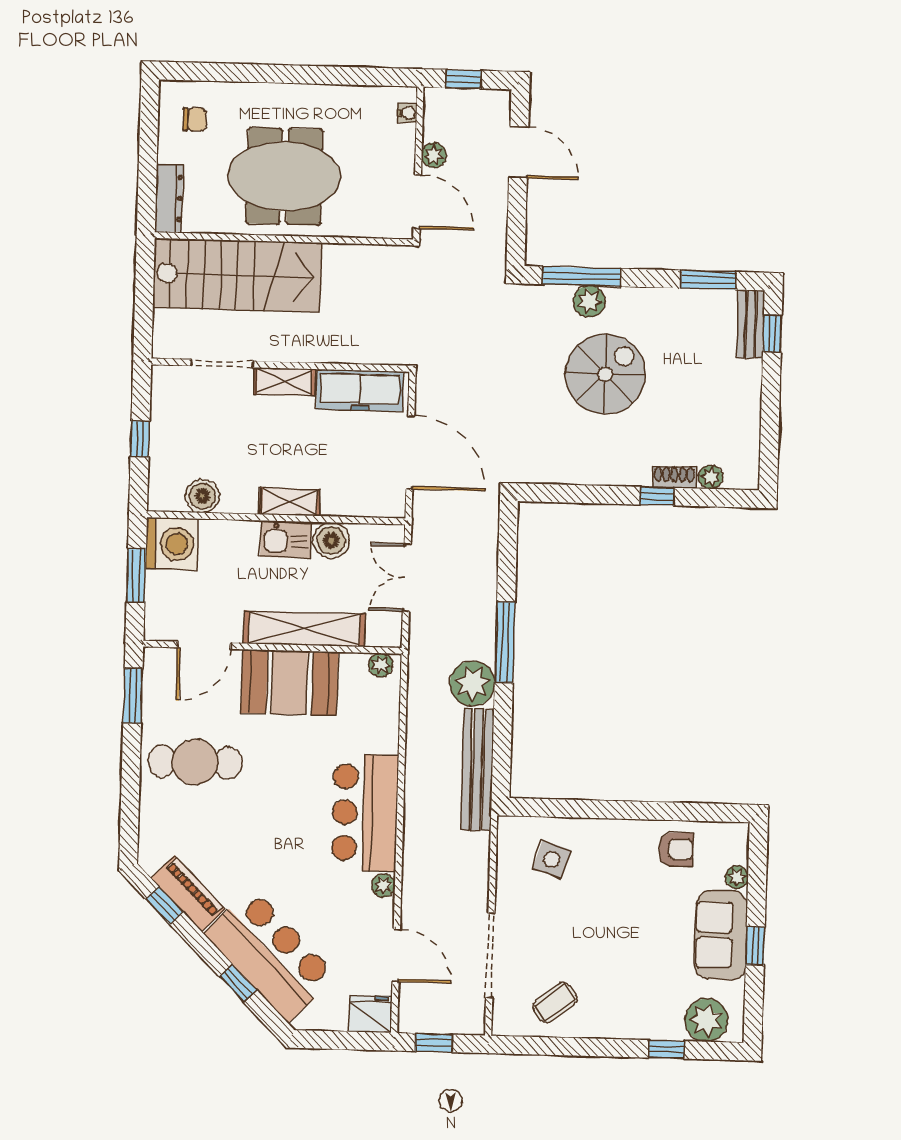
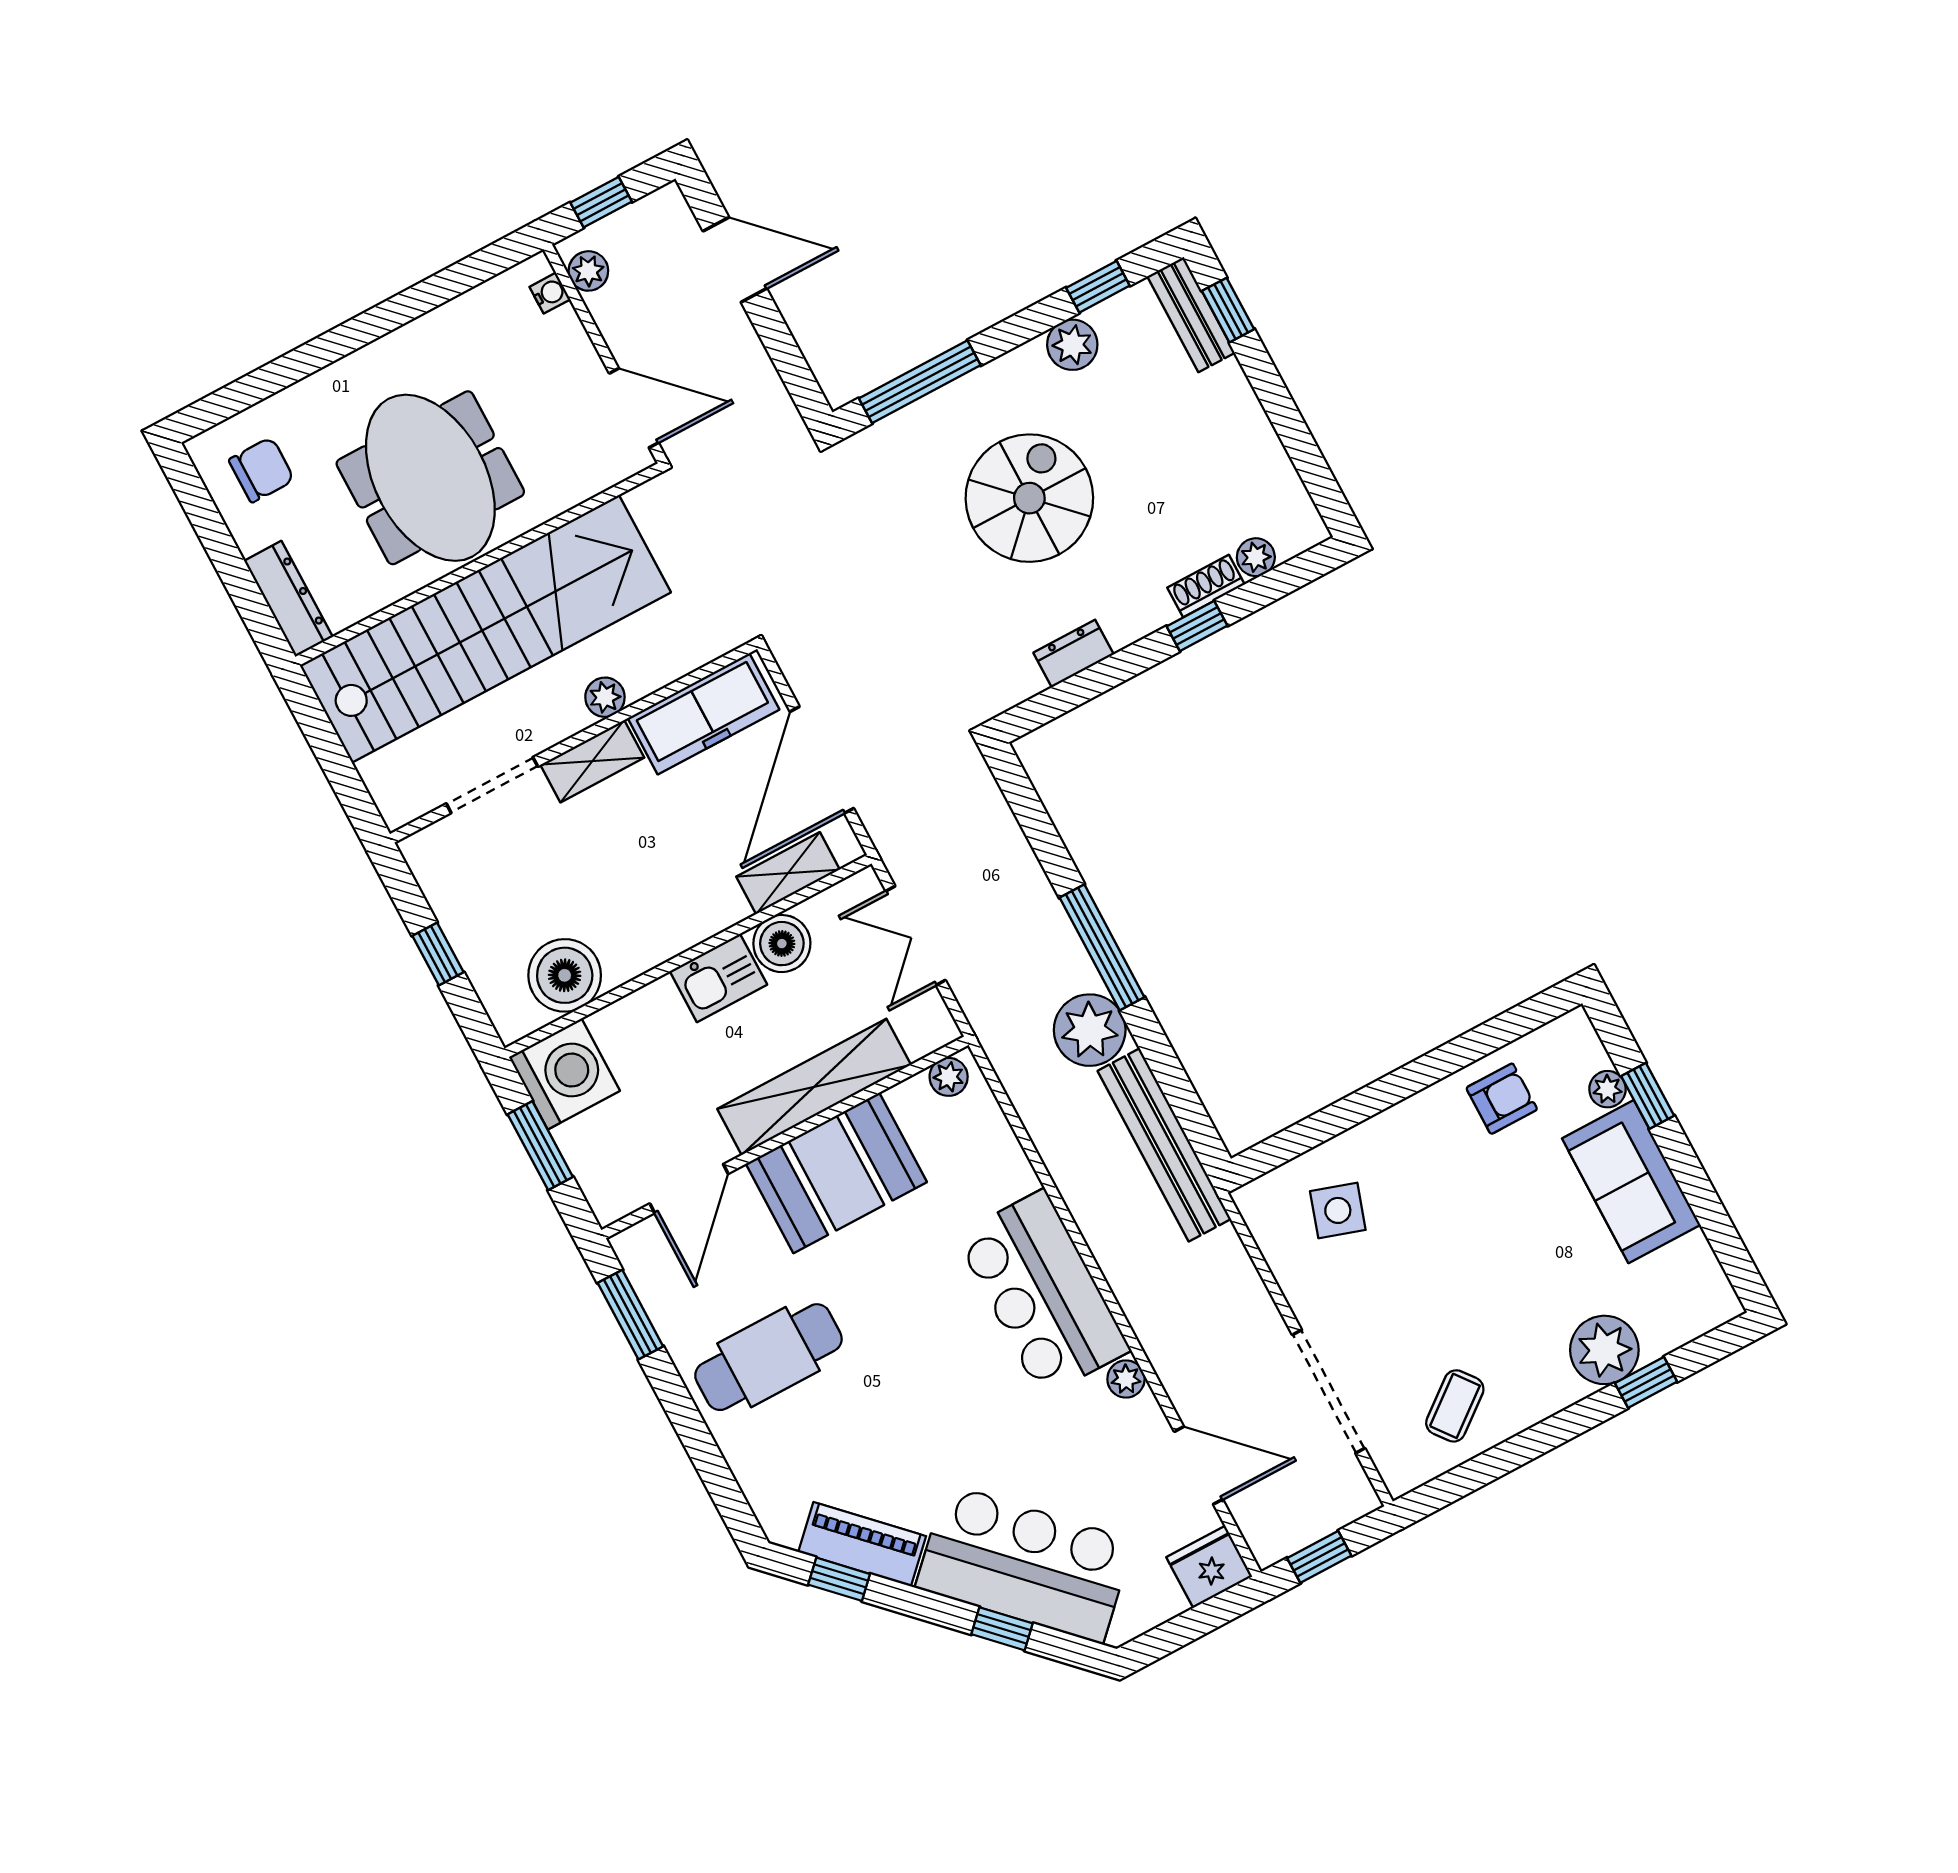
chair: (195, 119) -> (262, 470), width x1.37, depth x1.37
plant: (434, 155) -> (588, 271), moved
meeting table: (284, 176) -> (430, 478), turned 90
stairs: (237, 275) -> (485, 629), width x1.36
window: (709, 280) -> (1098, 287), width x0.67
plant: (589, 301) -> (1072, 345), moved
plant: (311, 351) -> (605, 697), added
door: (410, 452) -> (822, 760), swing flipped
dresser: (581, 473) -> (1074, 654), added
boiler: (202, 496) -> (565, 975), width x1.37, depth x1.37
shelving: (290, 502) -> (788, 873), moved
window: (755, 946) -> (1648, 1096), moved
plant: (706, 1020) -> (1604, 1350), moved

